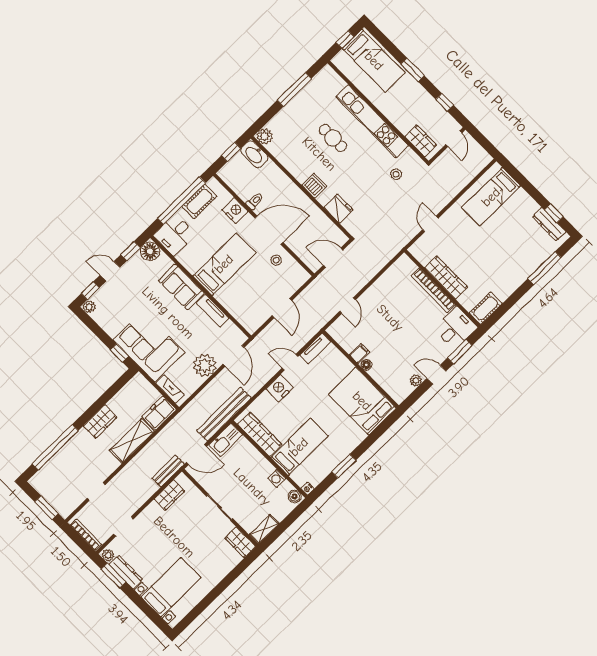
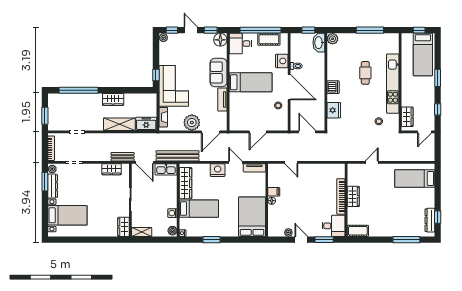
wardrobe: (446, 278) -> (353, 196), width x0.67
door: (347, 306) -> (291, 162), hinge flipped

